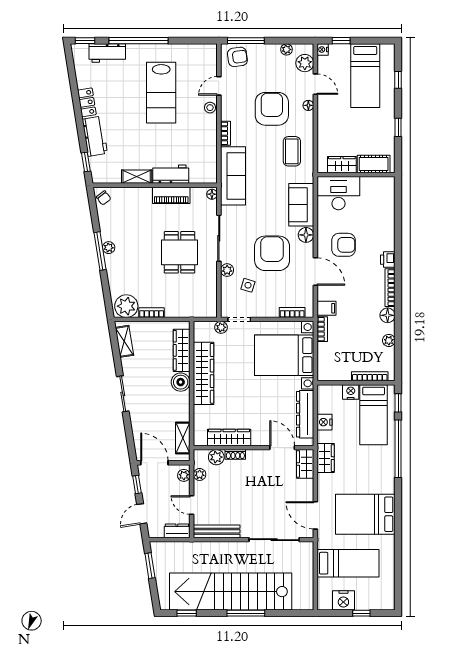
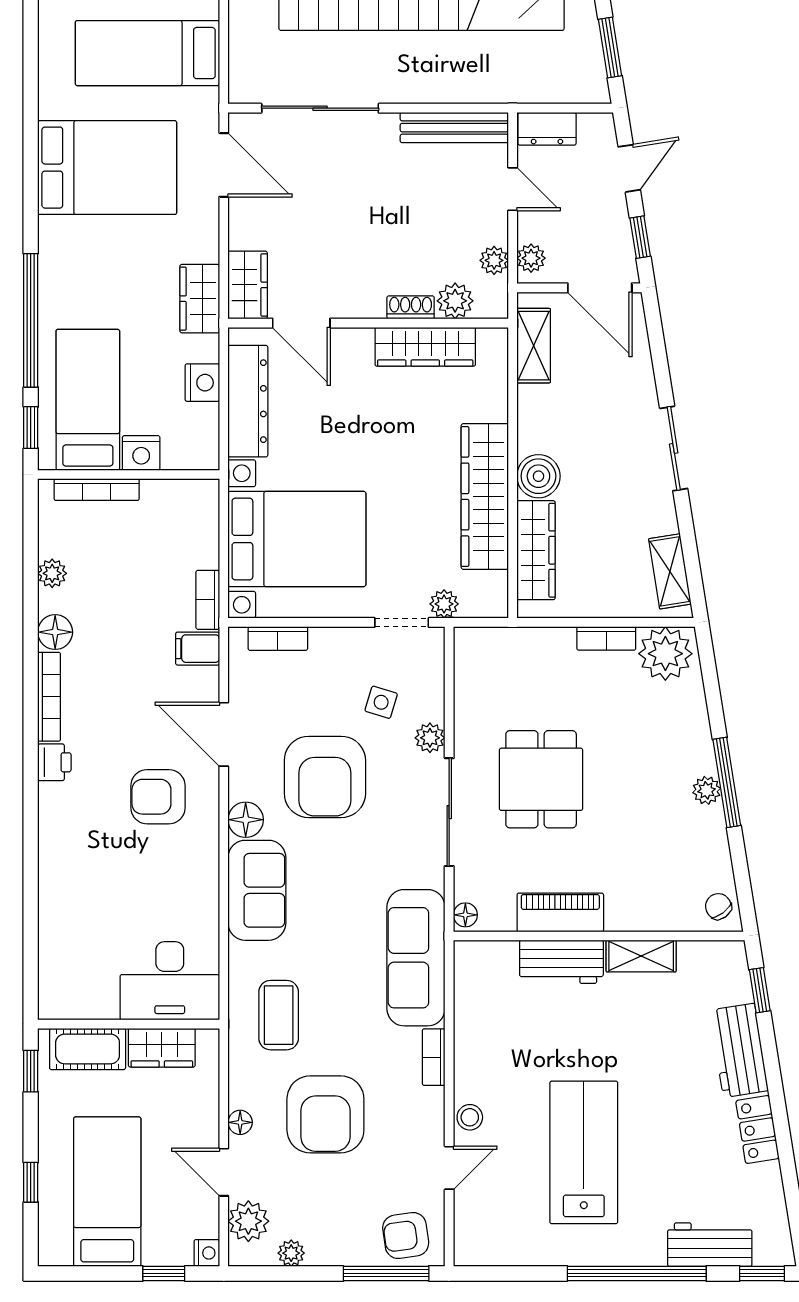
cot: (374, 164) -> (88, 1049), moved
wardrobe: (342, 165) -> (162, 1048), moved
wall: (356, 175) -> (129, 1024), moved
desk: (338, 193) -> (170, 981), moved

